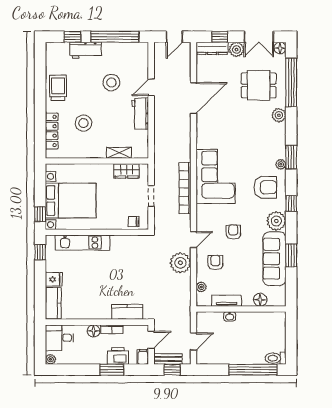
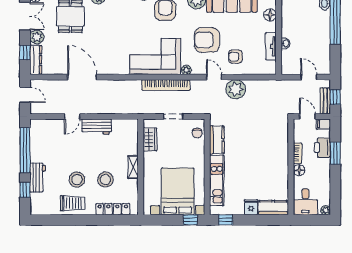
stool: (111, 83) -> (77, 180), moved
door: (151, 87) -> (72, 117), hinge flipped
trolley: (58, 88) -> (72, 203), turned 180
shelving: (119, 153) -> (133, 167), moved
armchair: (233, 232) -> (207, 40), width x1.88, depth x1.88
plant: (201, 287) -> (186, 70), moved
kitchen counter: (127, 312) -> (217, 140), moved, turned 180

